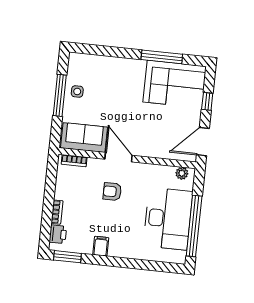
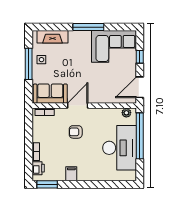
window: (162, 57) -> (88, 27), moved
fireplace: (95, 63) -> (53, 37), added
door: (118, 157) -> (78, 106), hinge flipped
window: (194, 226) -> (140, 136), moved

